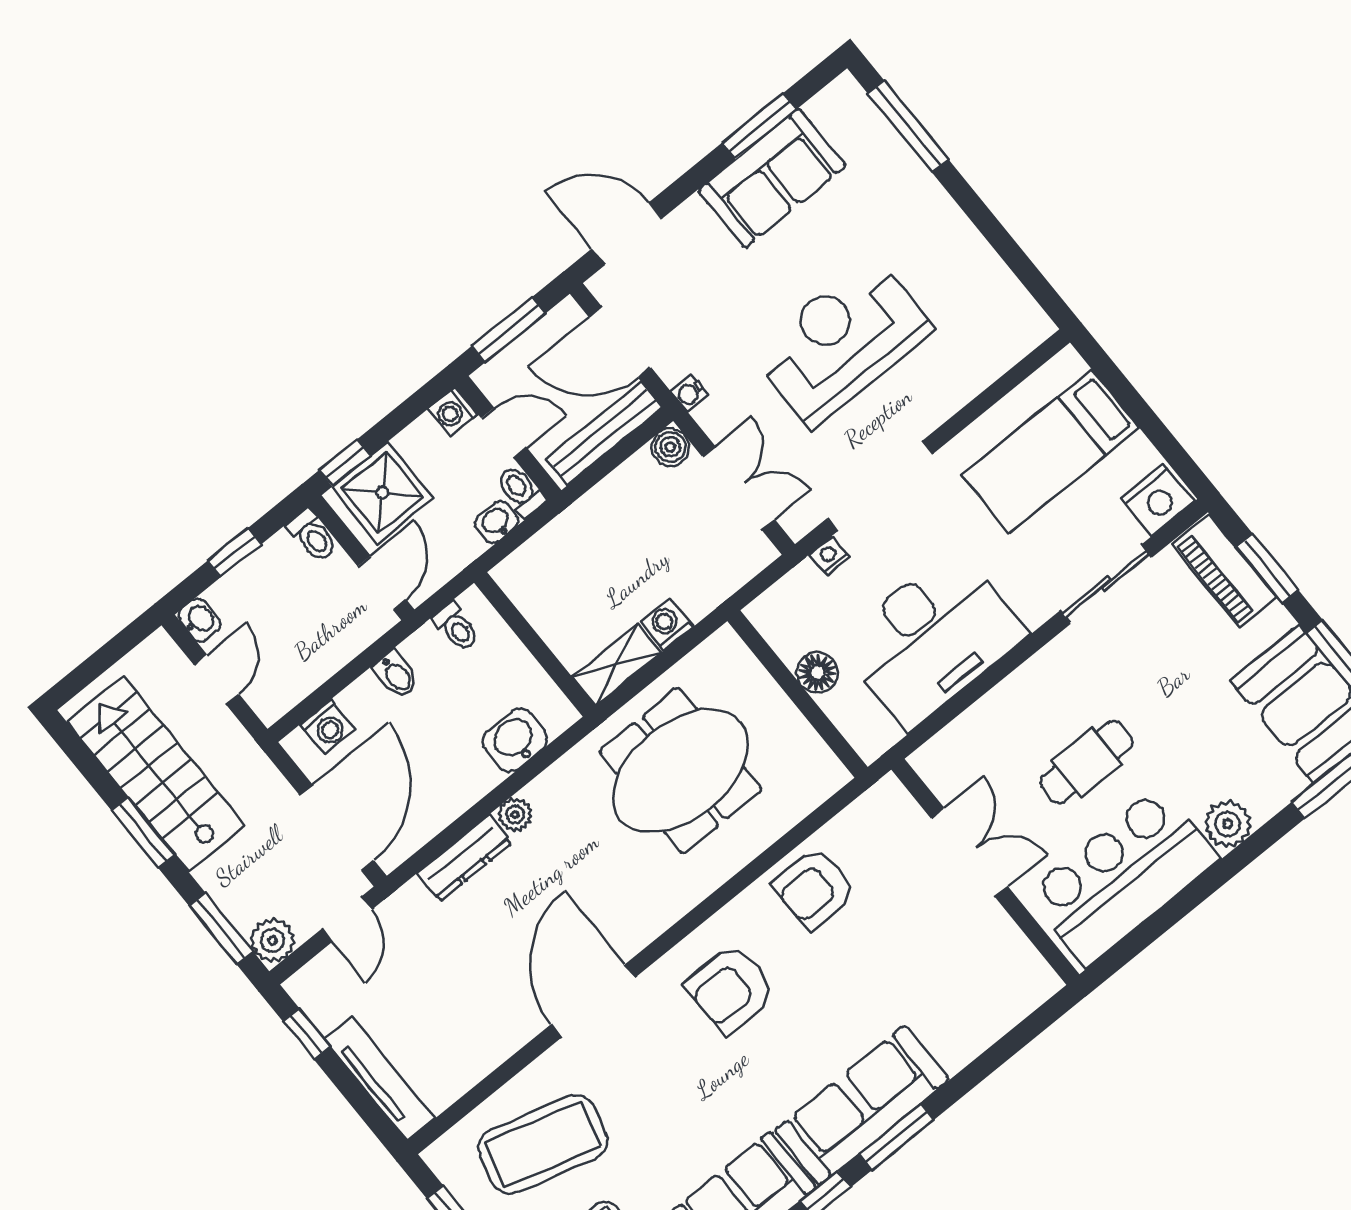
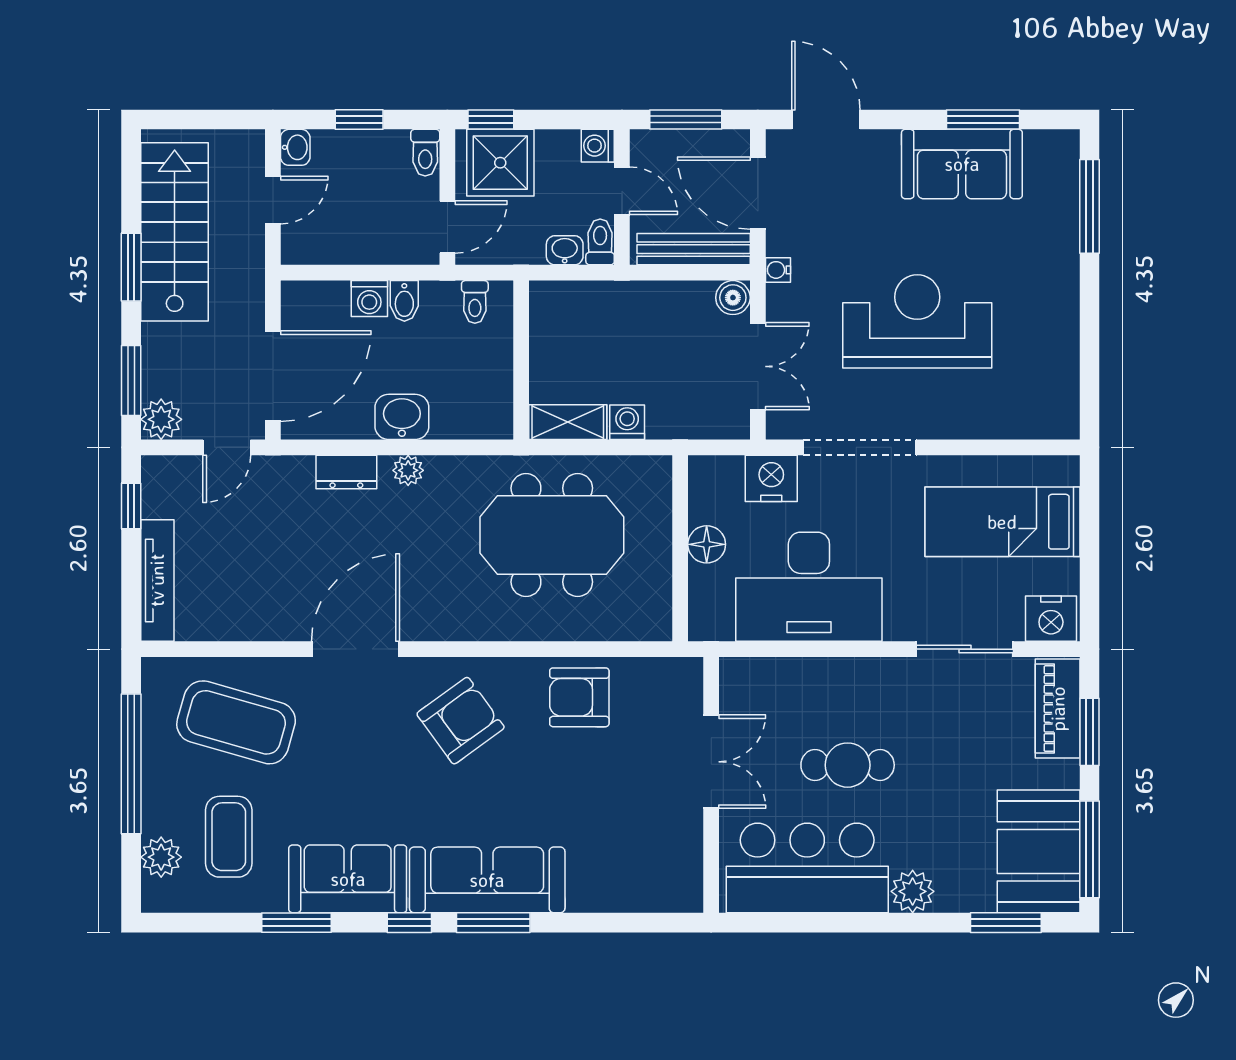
nightstand: (830, 556) -> (771, 478), width x1.89, depth x1.79
washing machine: (328, 727) -> (369, 299), moved
washbasin: (515, 740) -> (402, 417), moved
dresser: (464, 858) -> (346, 472), width x0.70
armchair: (731, 989) -> (461, 721), turned 144

